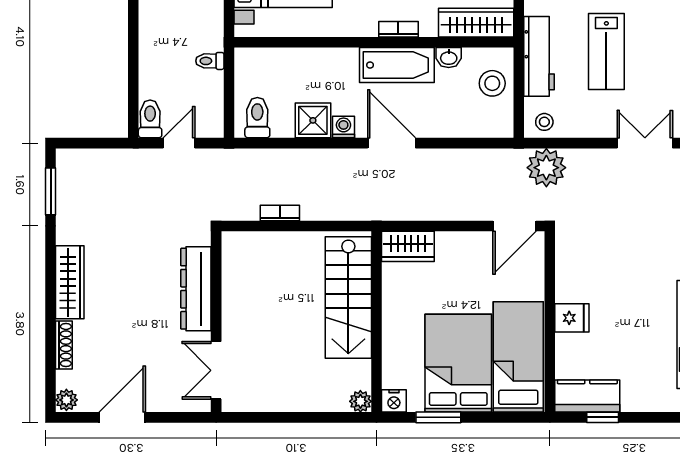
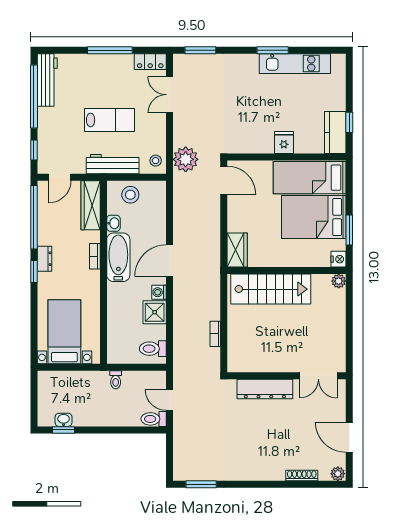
wardrobe: (70, 282) -> (261, 471), removed

